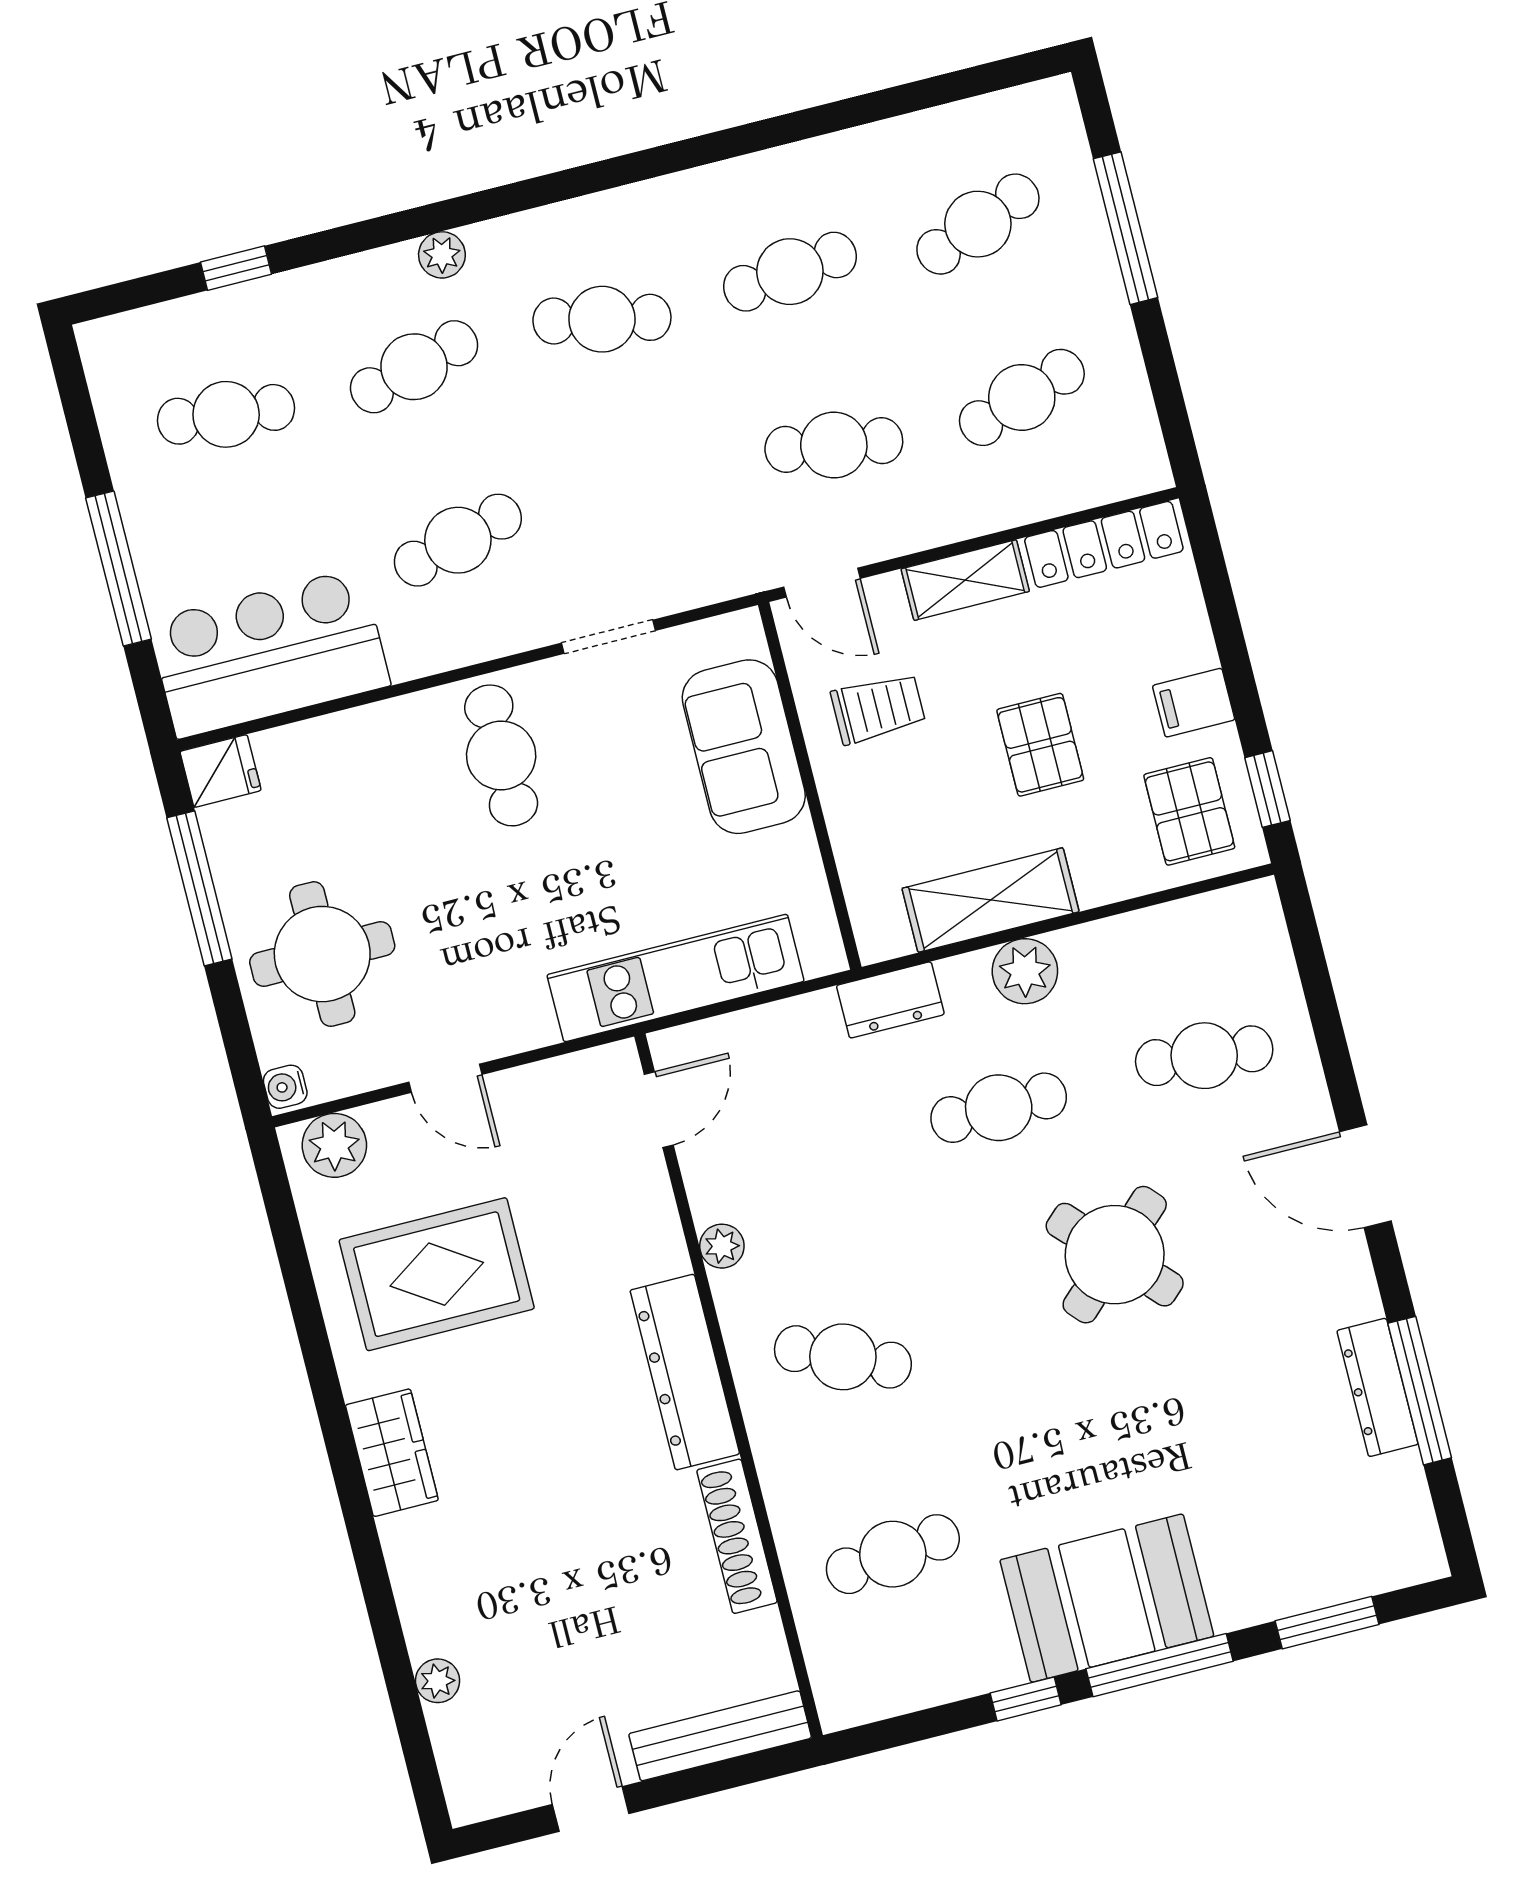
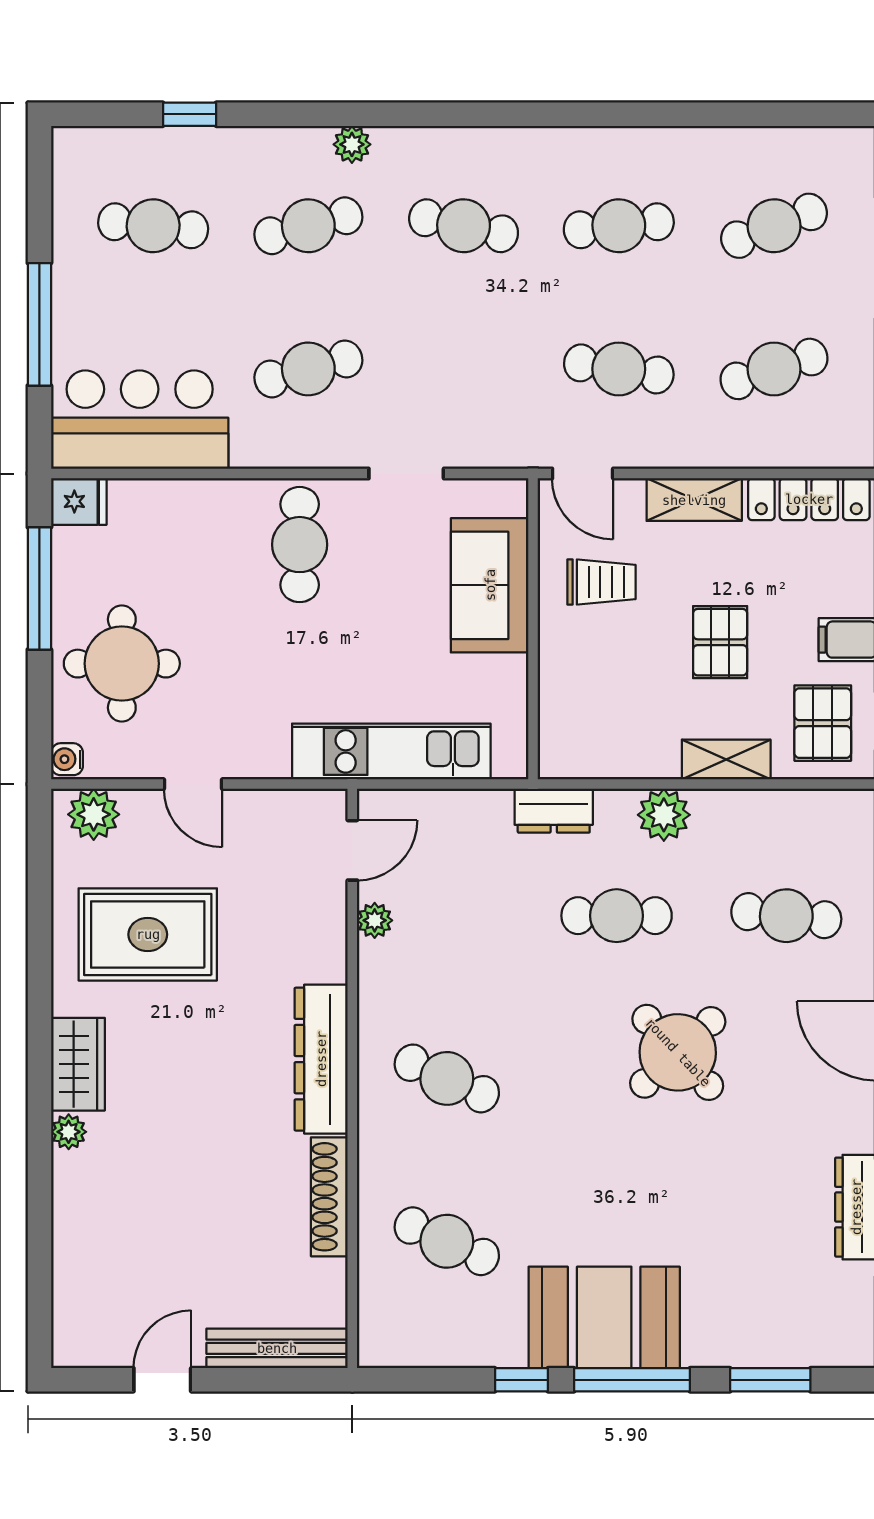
shelving: (991, 900) -> (726, 760), moved, width x0.67, depth x0.75
plant: (722, 1246) -> (375, 920), moved
cafe table: (893, 1554) -> (447, 1241), turned 30
plant: (438, 1681) -> (69, 1132), moved

